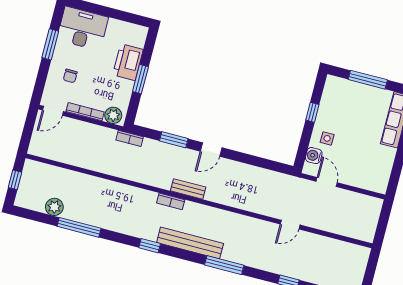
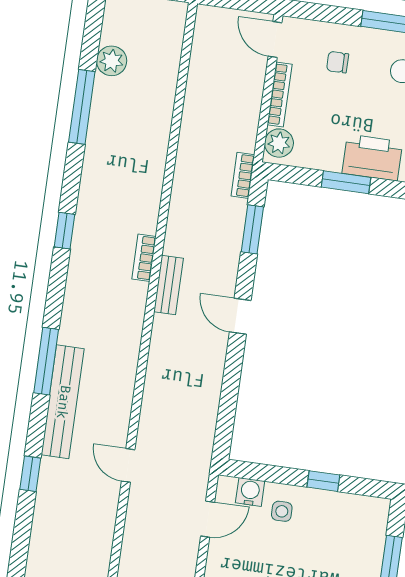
window: (174, 140) -> (252, 229), moved
bench: (190, 243) -> (63, 402), moved

